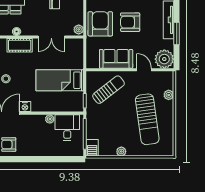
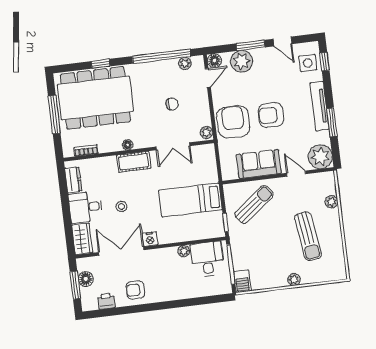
sun lounger: (147, 119) -> (308, 236), width x0.73, depth x0.75
plant: (121, 151) -> (294, 280), moved

